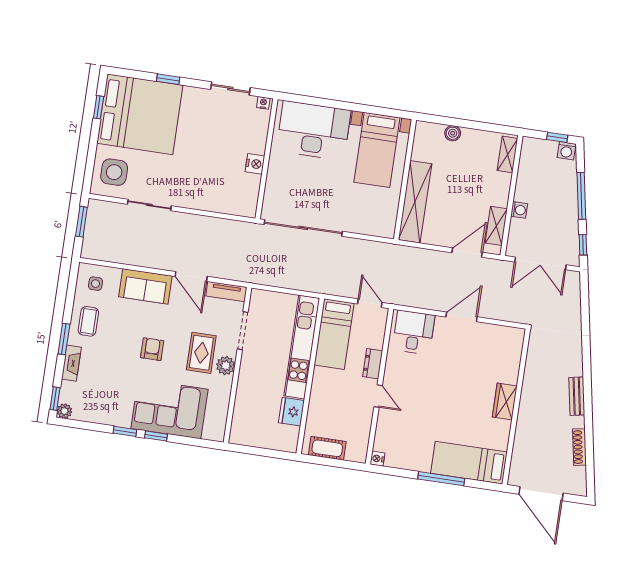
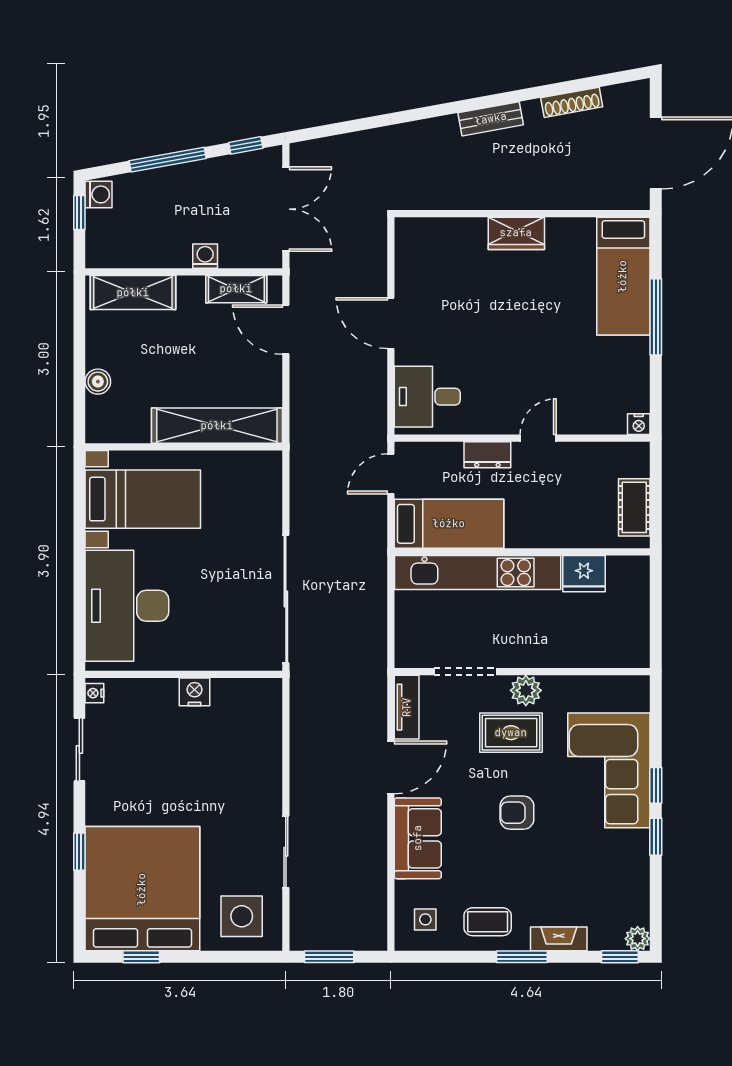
shelving: (508, 154) -> (133, 293), width x1.50, depth x1.33

